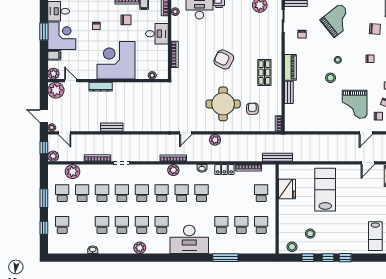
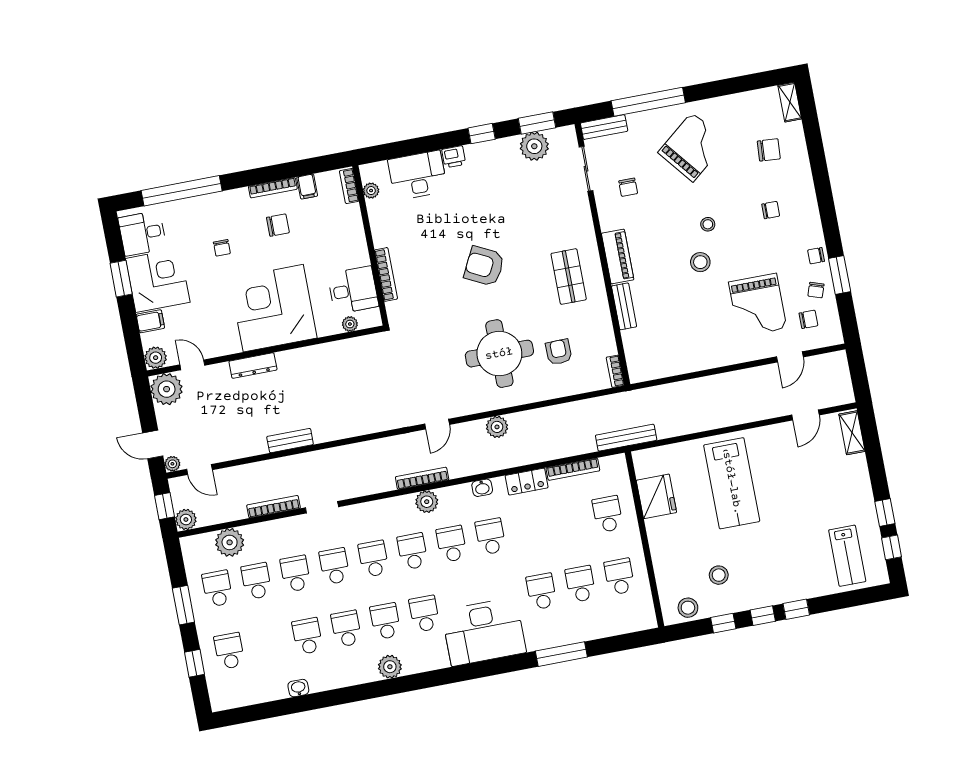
desk: (157, 34) -> (353, 290), moved
lab bench: (325, 190) -> (732, 483), turned 180

